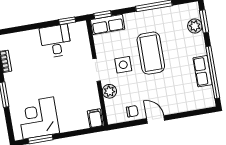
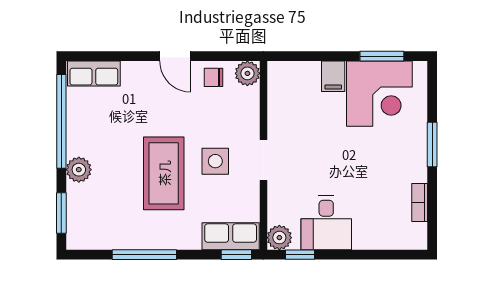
plant: (195, 26) -> (79, 170), moved
plant: (80, 28) -> (279, 238), added
row of seats: (203, 71) -> (94, 74), moved, turned 90
plant: (109, 91) -> (247, 73), moved
filing cabinet: (95, 118) -> (333, 76), moved

